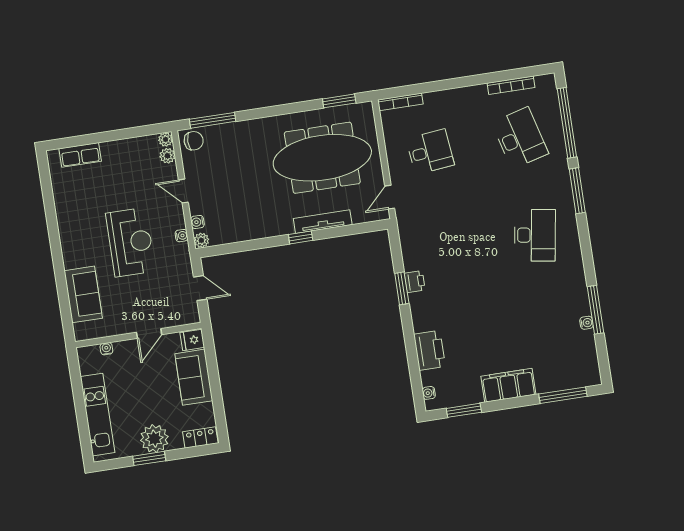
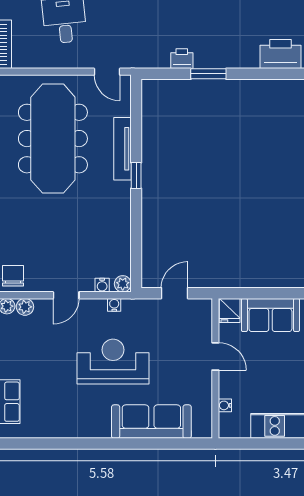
printer: (415, 282) -> (182, 59), moved
sofa: (83, 294) -> (151, 422), width x1.36

